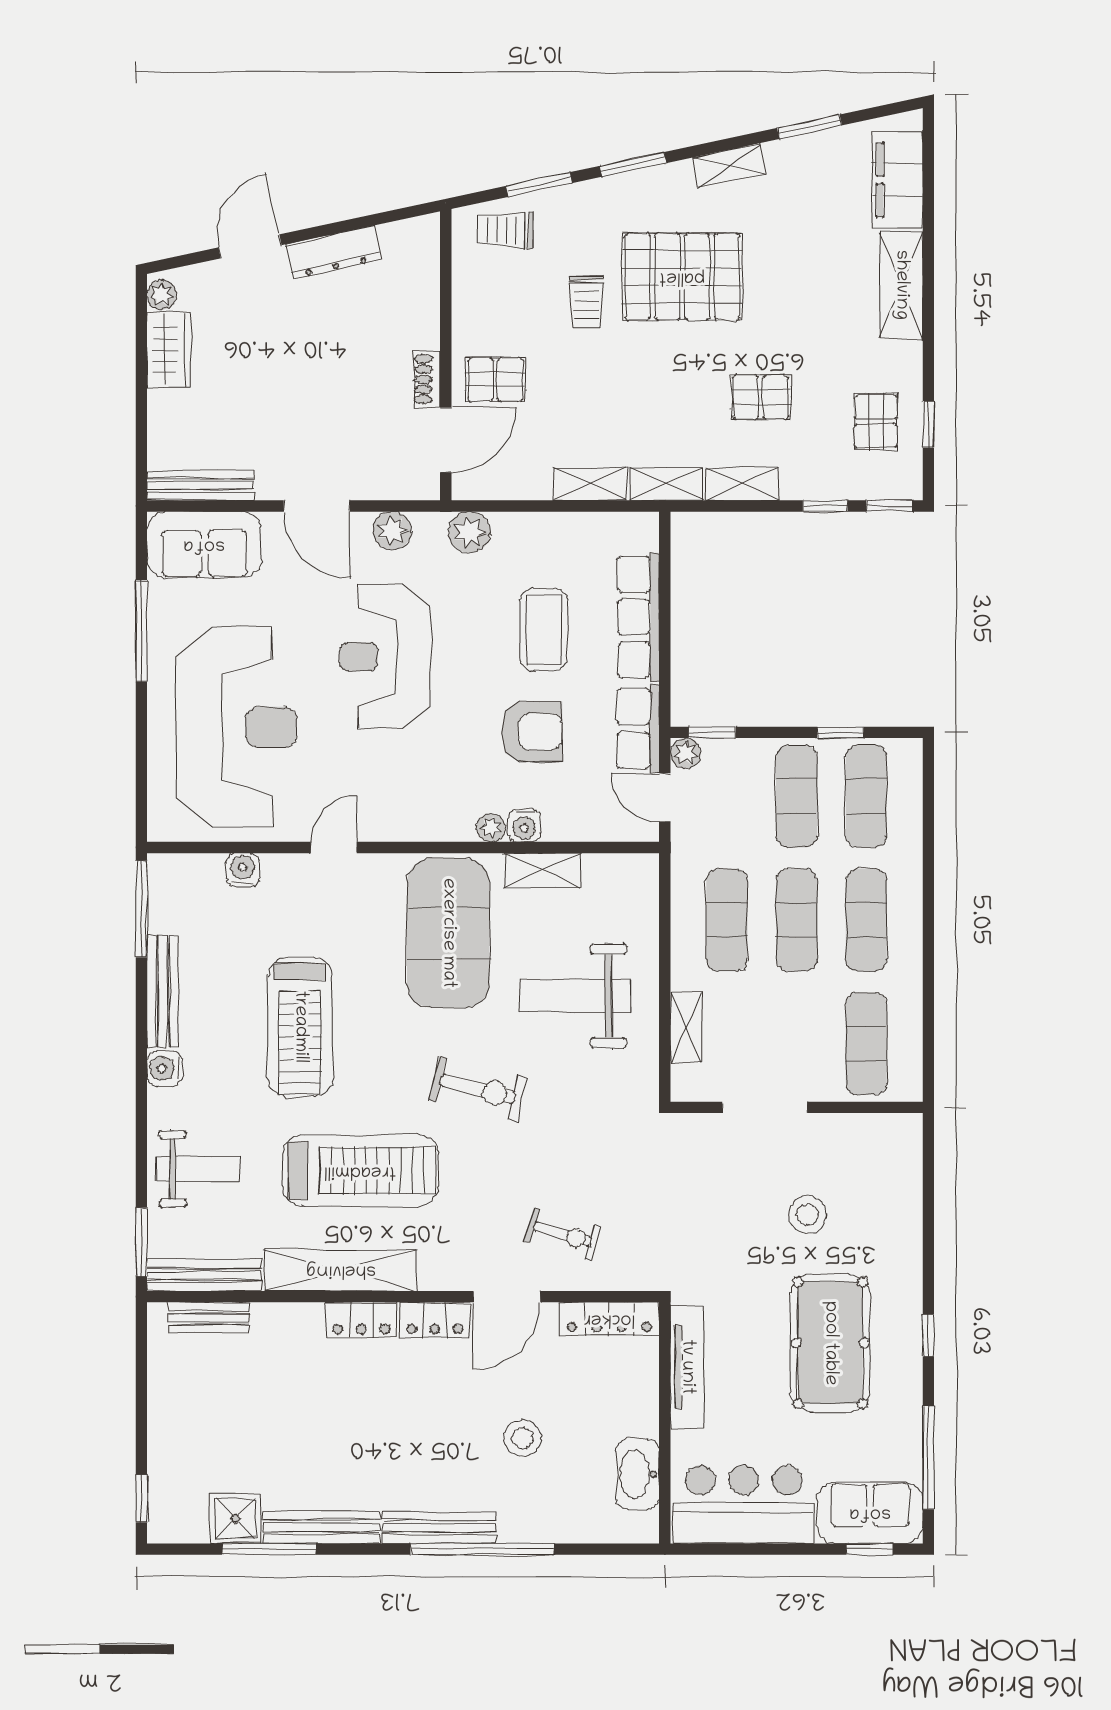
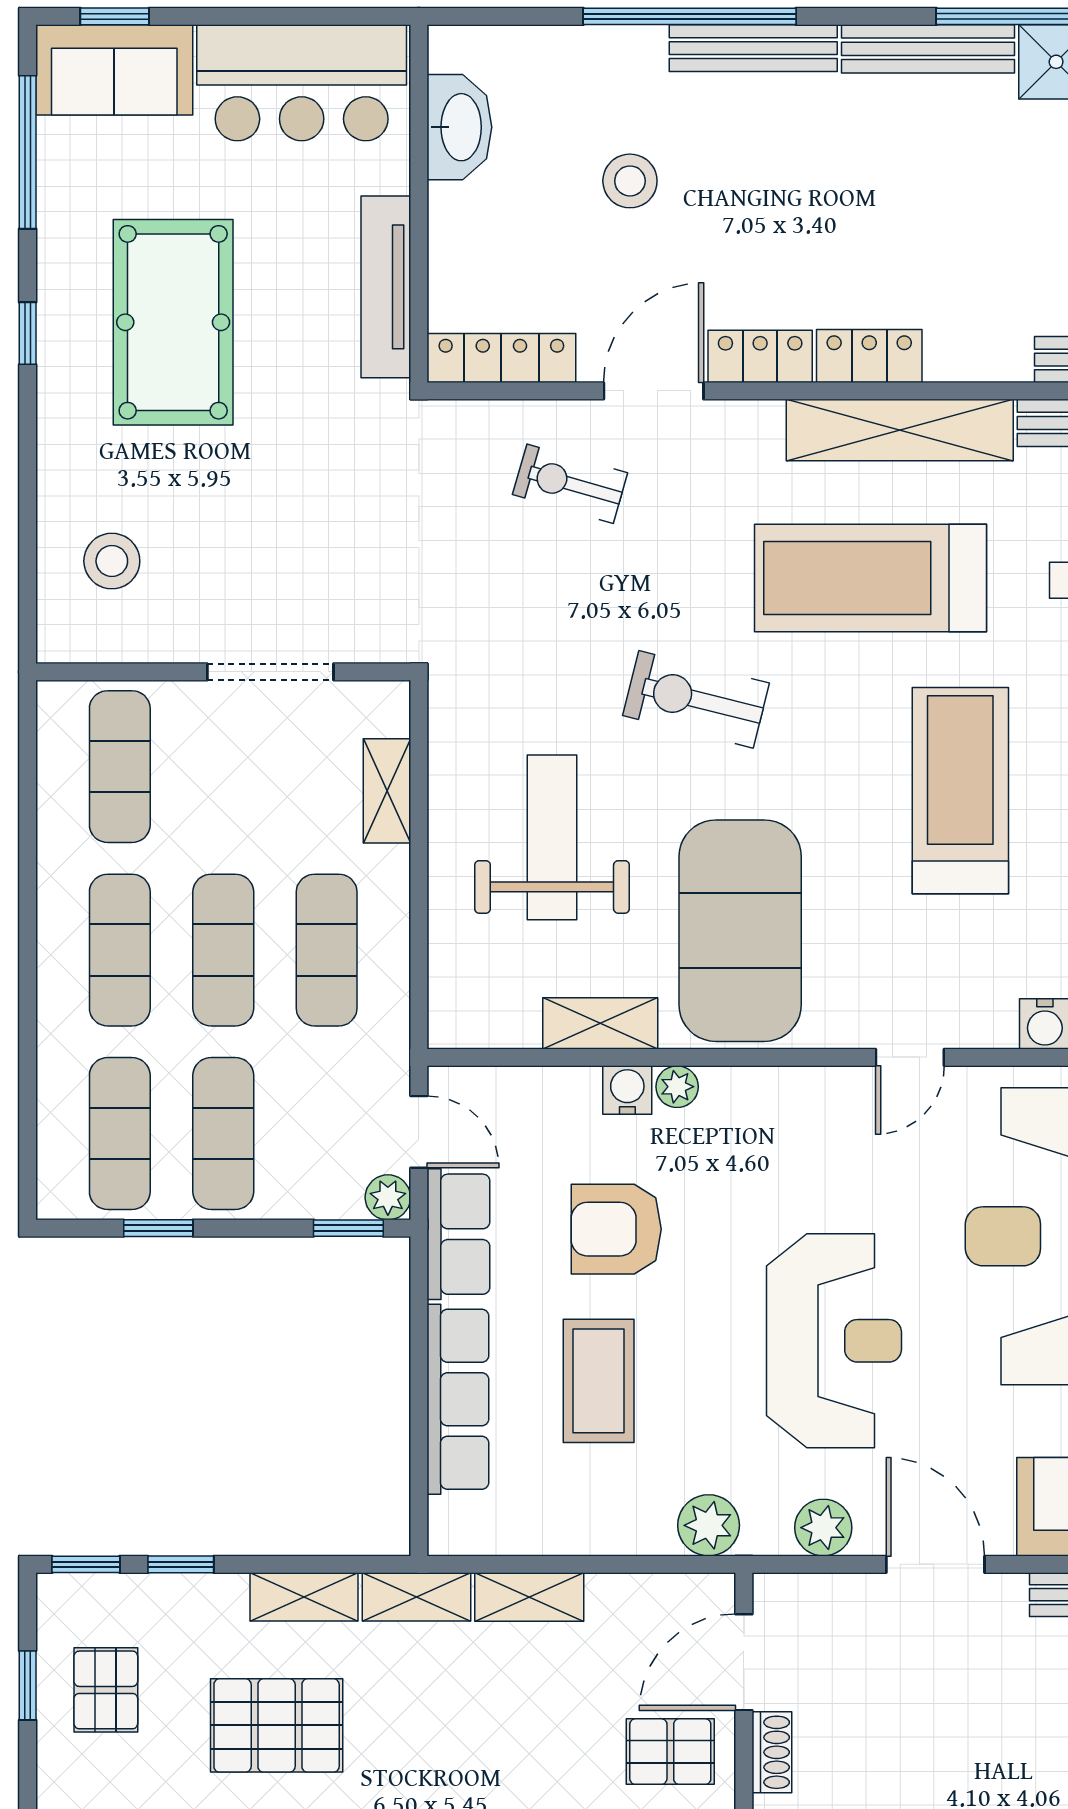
pallet: (761, 397) -> (277, 1725), width x1.50, depth x1.42
weight bench: (575, 996) -> (552, 837), turned -90
stool: (807, 1215) -> (112, 561), moved

